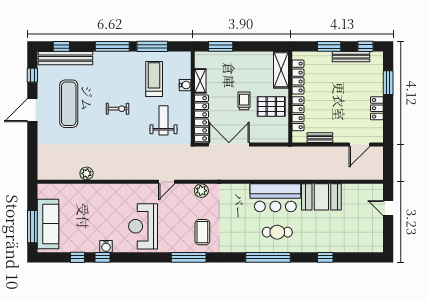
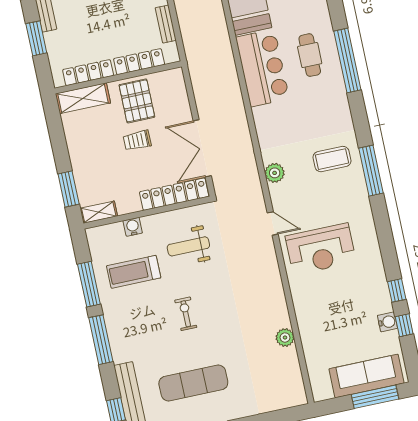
shelving: (200, 81) -> (99, 212), moved
reception desk: (143, 226) -> (321, 249), moved
water cooler: (106, 246) -> (387, 322), moved

